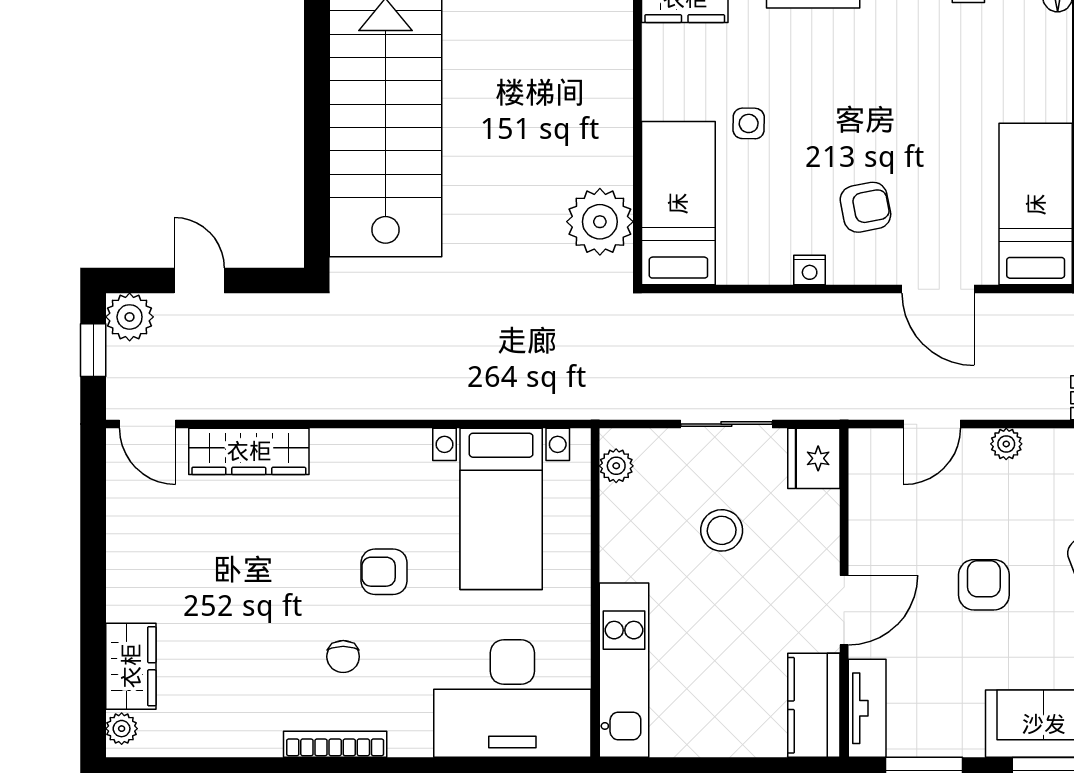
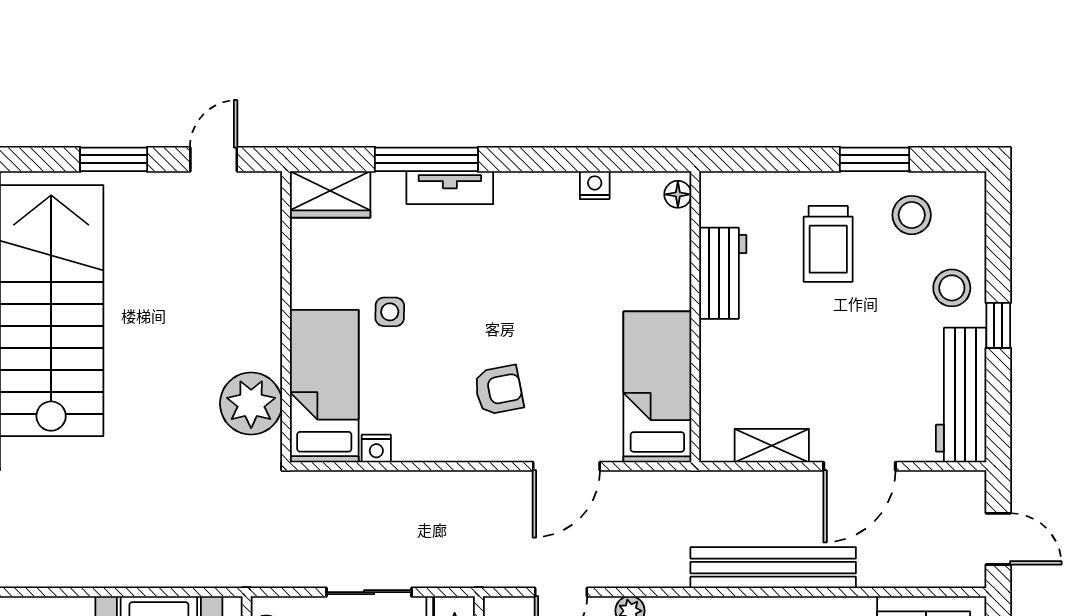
nightstand: (810, 270) -> (376, 449), moved
door: (938, 289) -> (566, 466), hinge flipped

